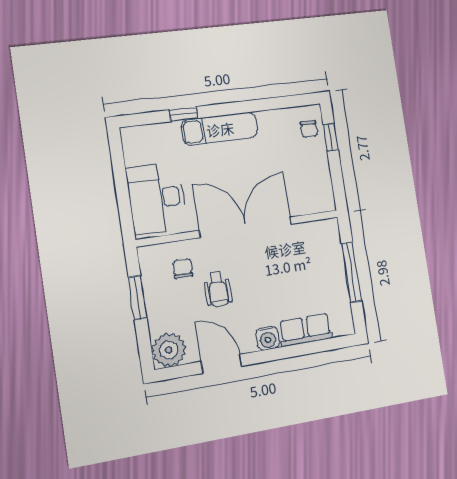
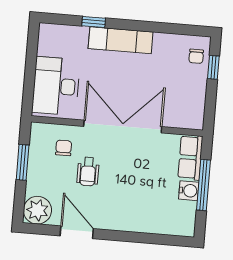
row of seats: (306, 330) -> (190, 157), moved, turned -90
water cooler: (268, 338) -> (189, 191), moved, turned -90

